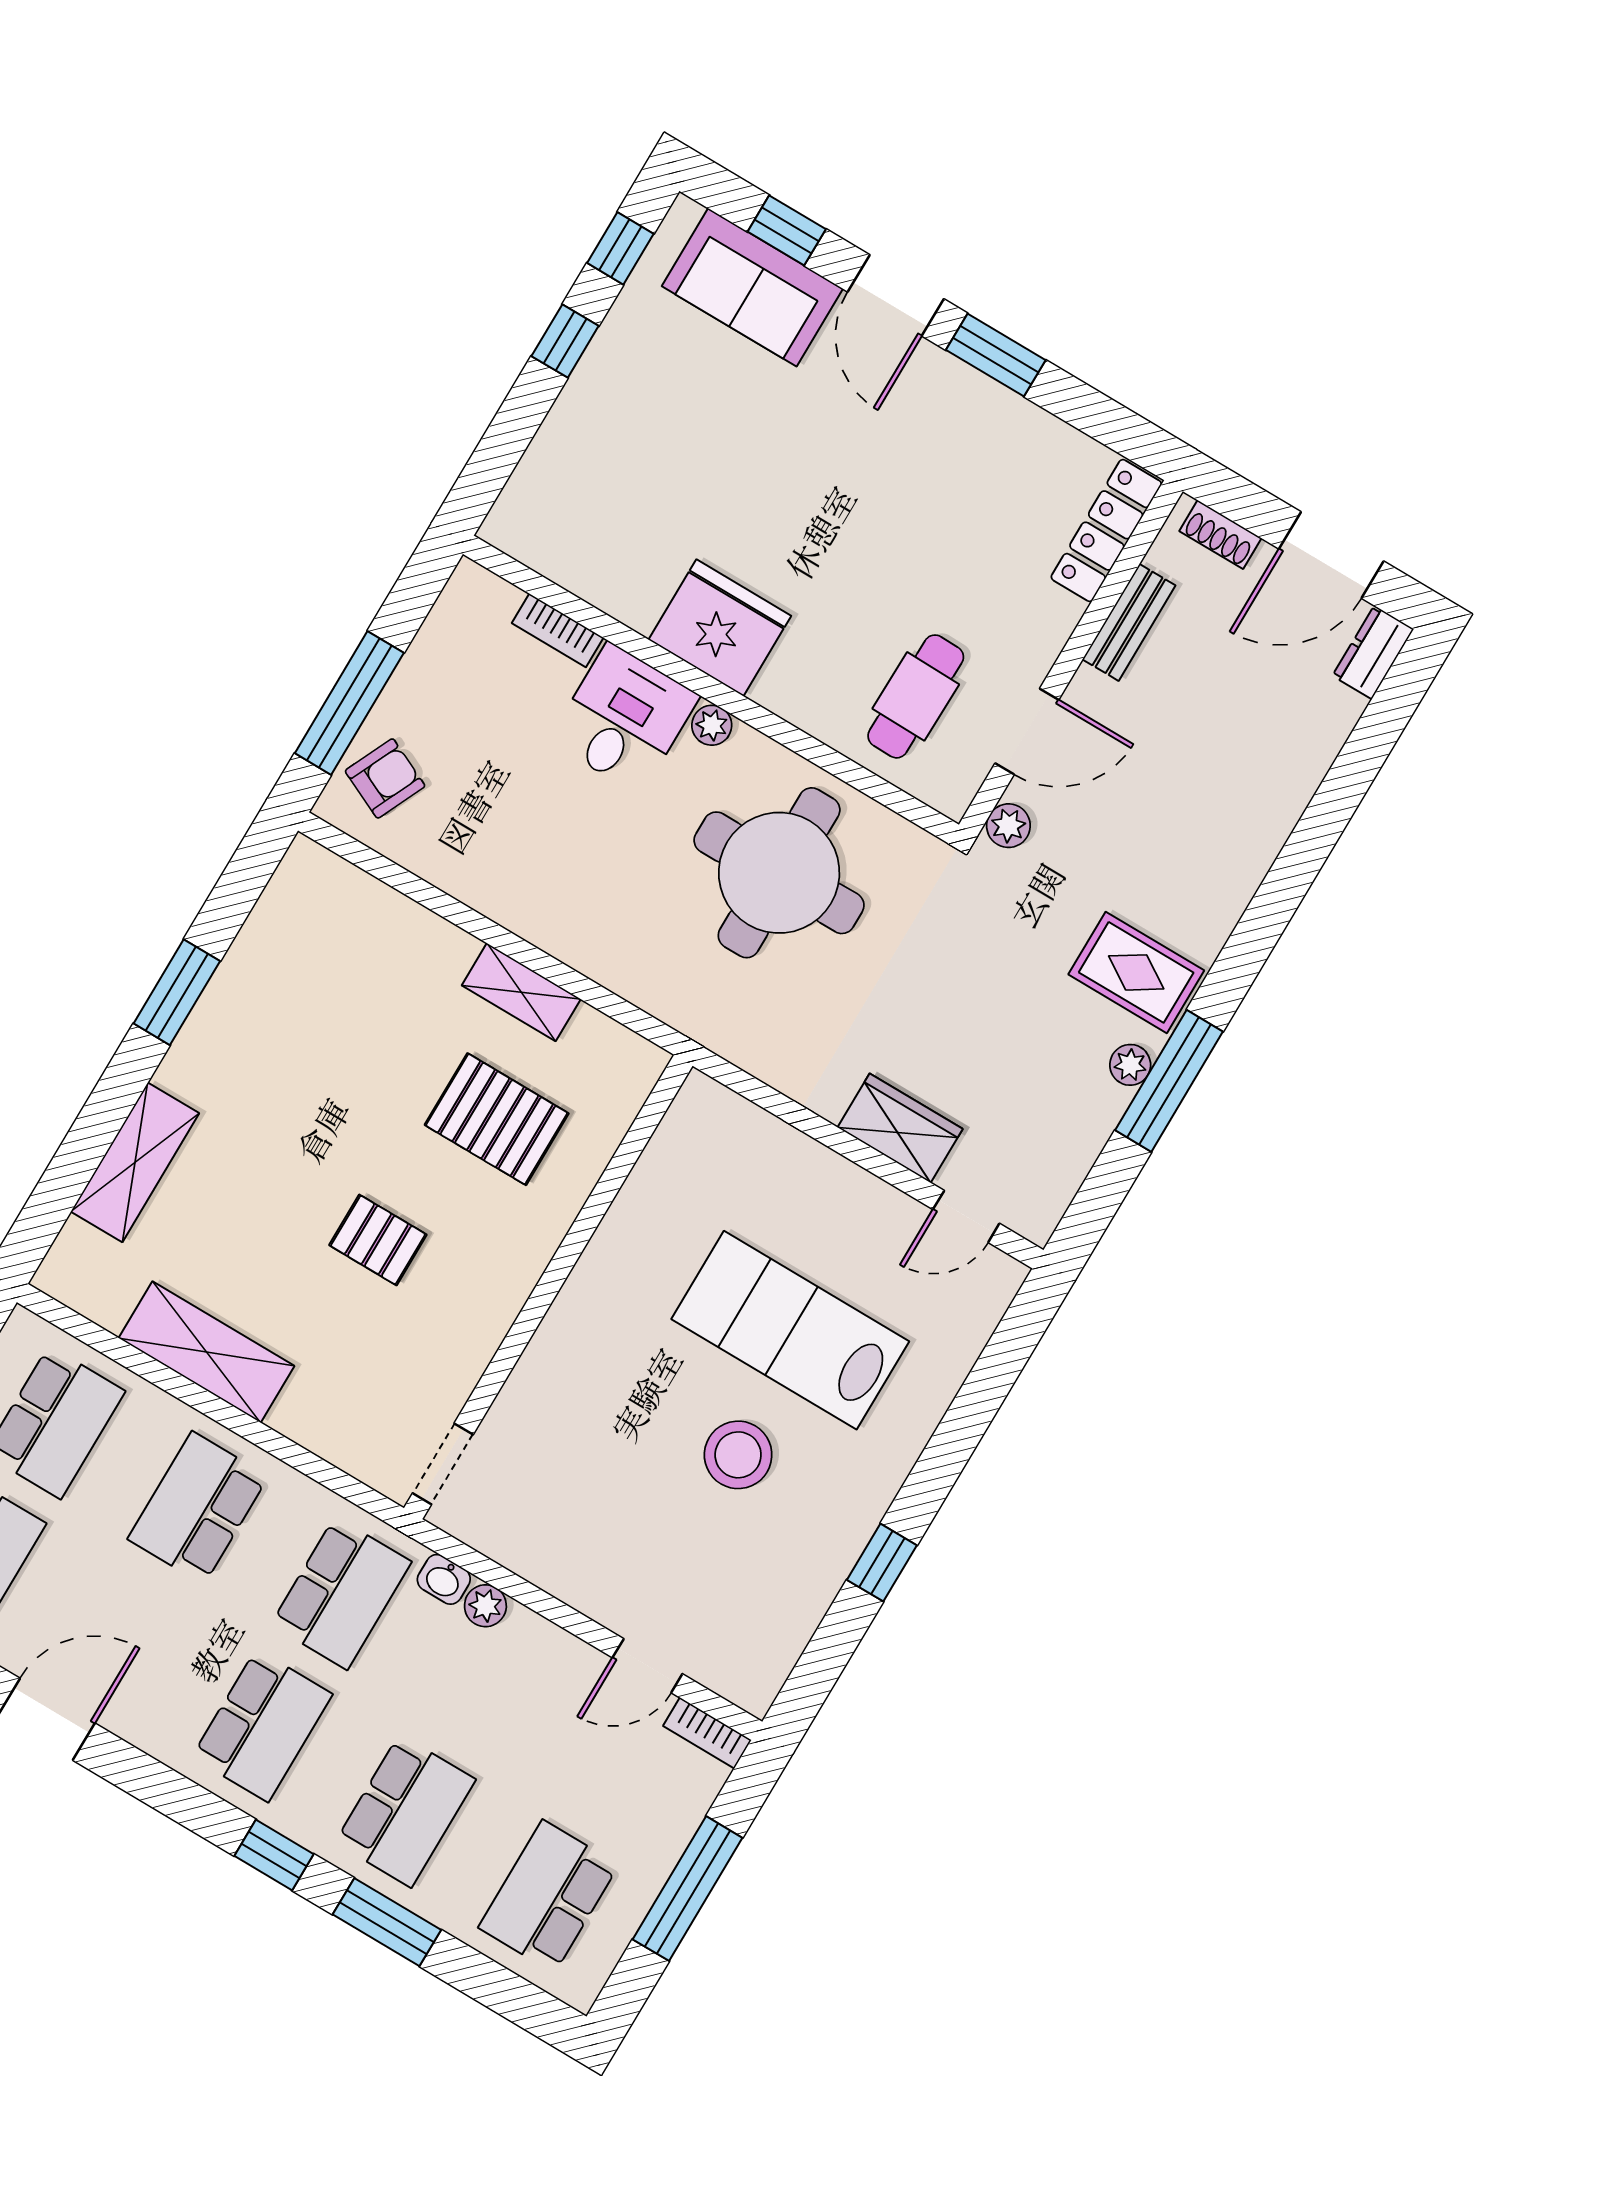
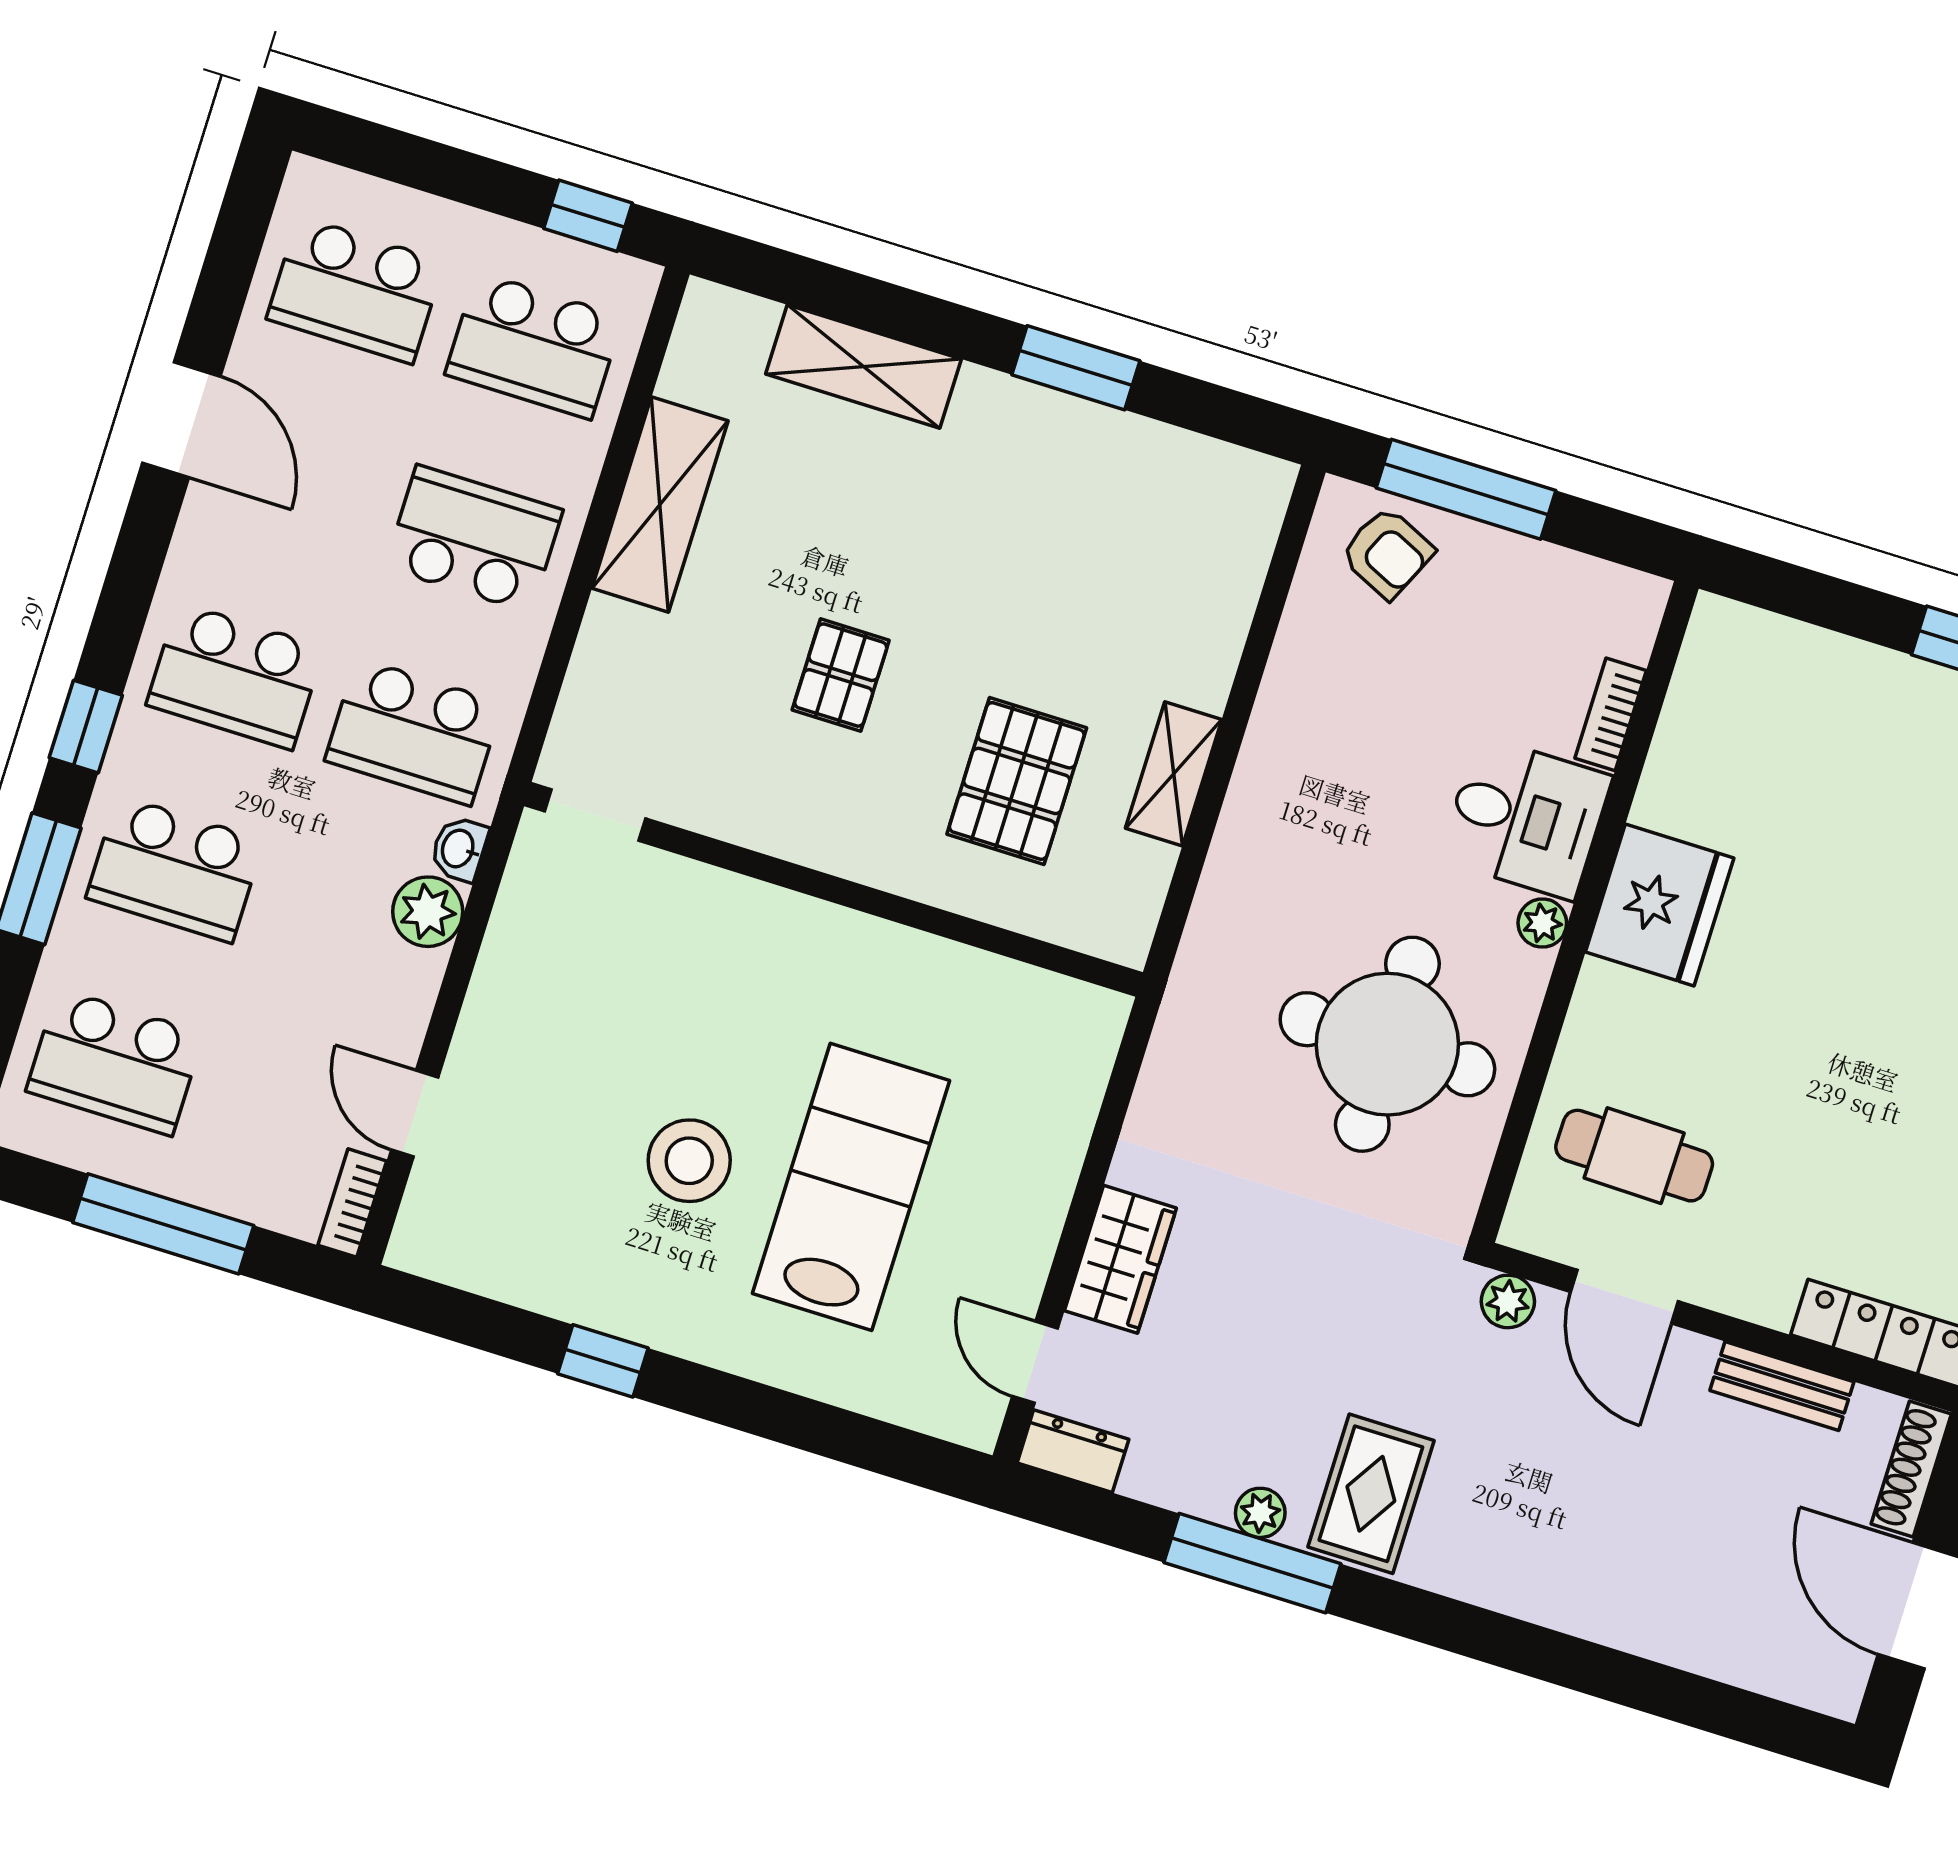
shoe rack: (1220, 535) -> (1911, 1469), width x1.43
dresser: (1373, 652) -> (1073, 1451), moved
plant: (485, 1606) -> (428, 912), width x1.38, depth x1.38
school desk: (549, 1896) -> (115, 1062), turned 180

